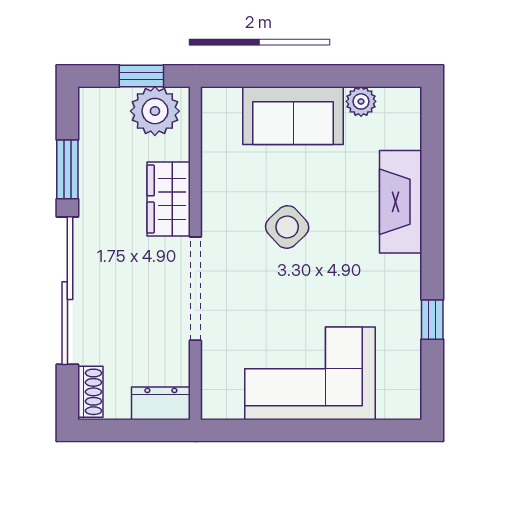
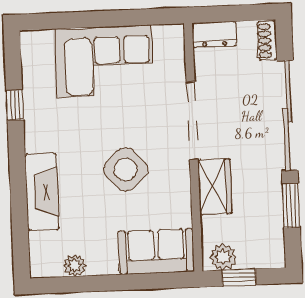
plant: (155, 111) -> (223, 257), width x0.73, depth x0.73
sofa: (293, 116) -> (156, 251), moved
side table: (287, 227) -> (126, 170), width x1.37, depth x1.37

